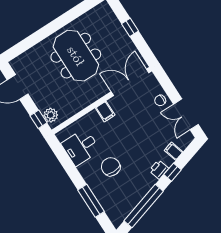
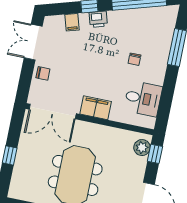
filing cabinet: (105, 112) -> (96, 108), width x2.00
double door: (186, 114) -> (33, 42), swing flipped
chair: (111, 167) -> (134, 59), width x0.54, depth x0.54

